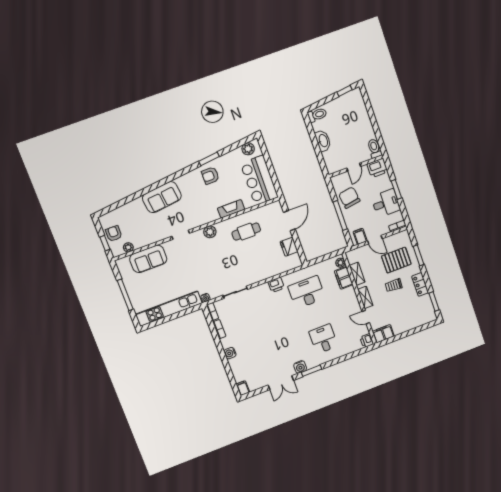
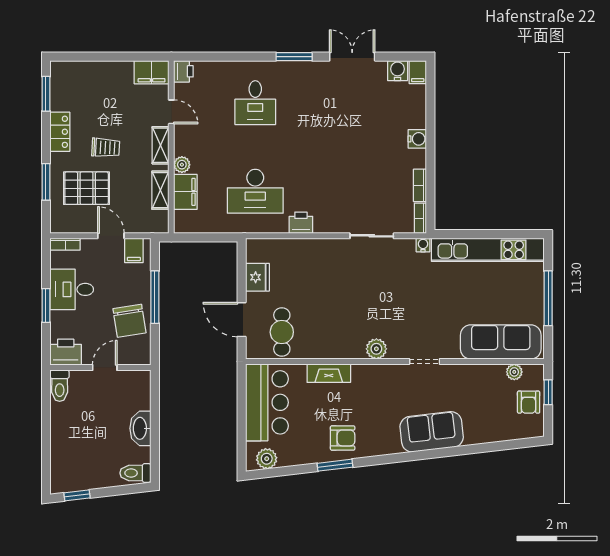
door: (289, 221) -> (242, 320), hinge flipped
cafe table: (246, 232) -> (282, 332), moved, turned 90
sofa: (148, 259) -> (501, 342), width x1.36
plant: (340, 263) -> (182, 165), moved
water cooler: (300, 367) -> (398, 71), moved

